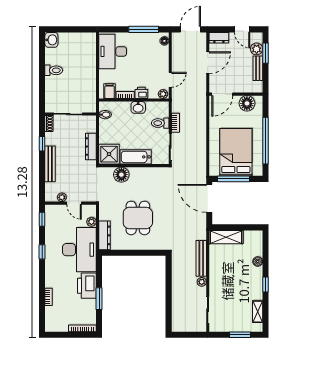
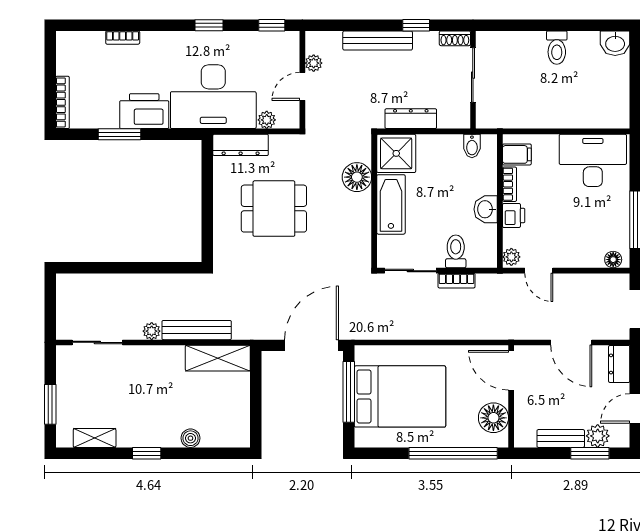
window: (265, 141) -> (453, 453), moved
shelving: (226, 237) -> (218, 358), moved, turned 90

